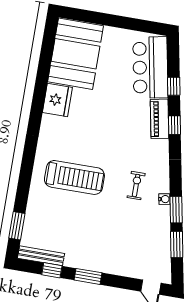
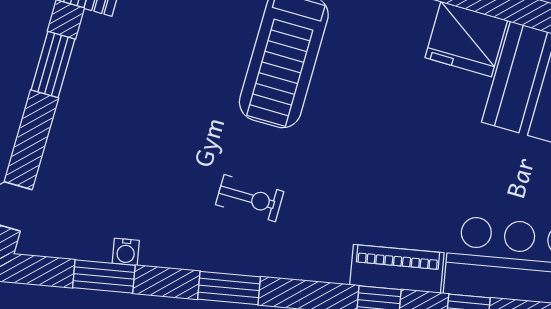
water cooler: (164, 199) -> (126, 252), moved
window: (176, 210) -> (229, 288), moved

